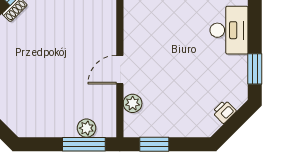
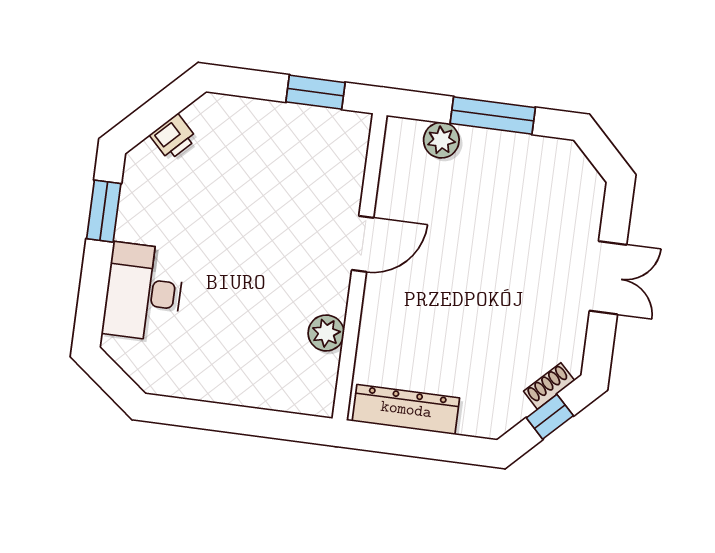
plant: (133, 103) -> (326, 333), moved
window: (84, 144) -> (493, 115), moved

